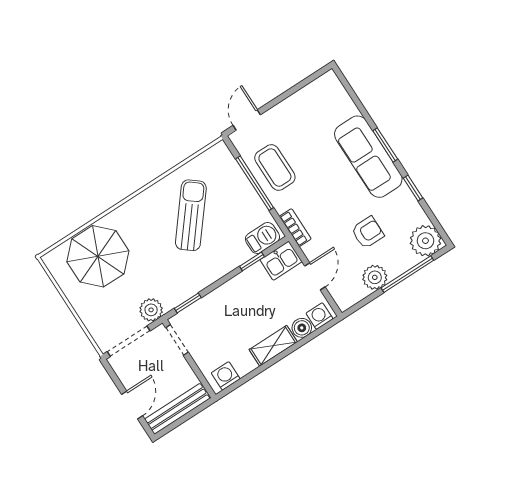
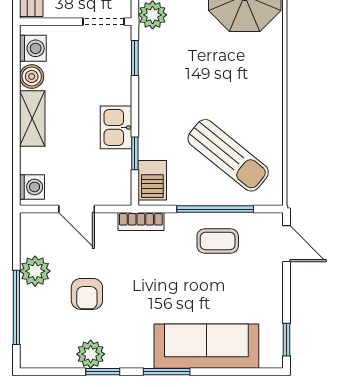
window: (311, 78) -> (286, 340), added
sofa: (368, 157) -> (206, 346), moved
coffee table: (275, 168) -> (218, 241), width x0.73, depth x0.77
sun lounger: (191, 215) -> (228, 155), moved
plant: (425, 241) -> (91, 354), moved, width x0.73, depth x0.73
kitchen sink: (281, 261) -> (116, 127), moved
boiler: (302, 328) -> (32, 76), moved

